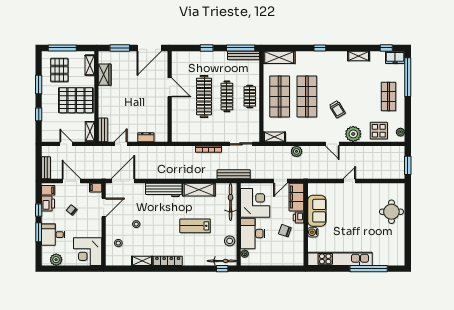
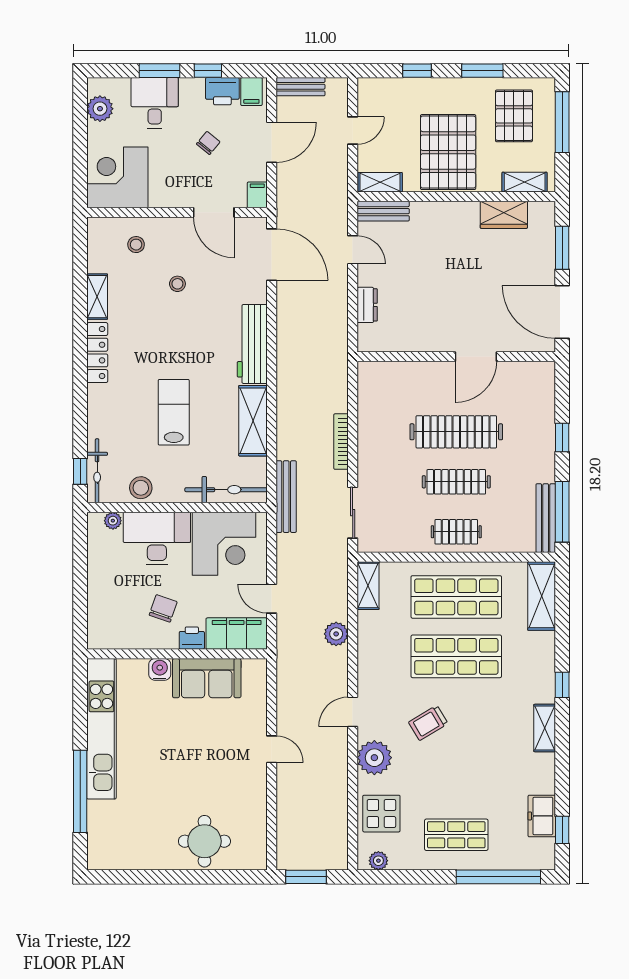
shelving: (359, 56) -> (545, 728), moved
freezer: (395, 57) -> (542, 816), moved
pallet: (59, 70) -> (514, 116), turned 90

